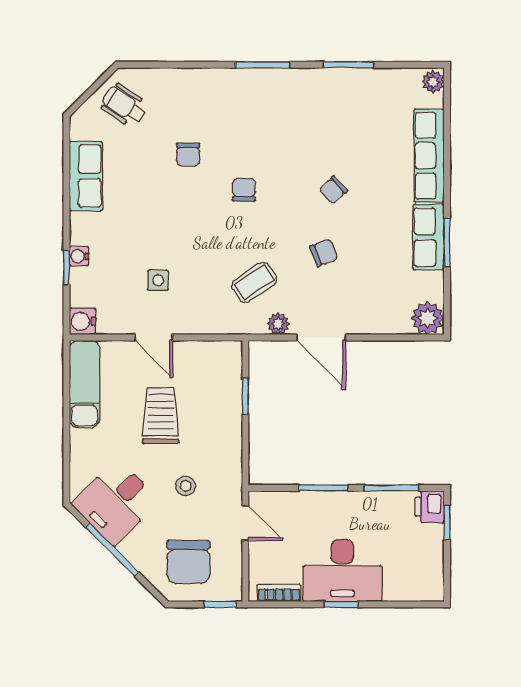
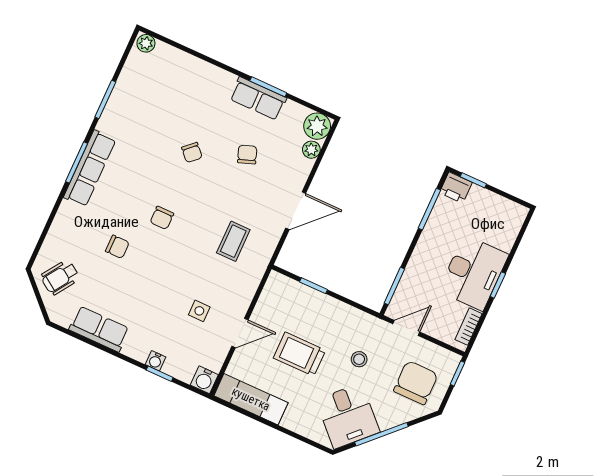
row of seats: (429, 156) -> (90, 168), moved, turned -90
chair: (244, 190) -> (162, 218), turned -90
chair: (324, 253) -> (247, 155), moved
coffee table: (254, 283) -> (233, 241), turned 34
plant: (278, 324) -> (311, 150), moved
window: (323, 488) -> (394, 286), moved
chair: (188, 562) -> (416, 383), turned -90

